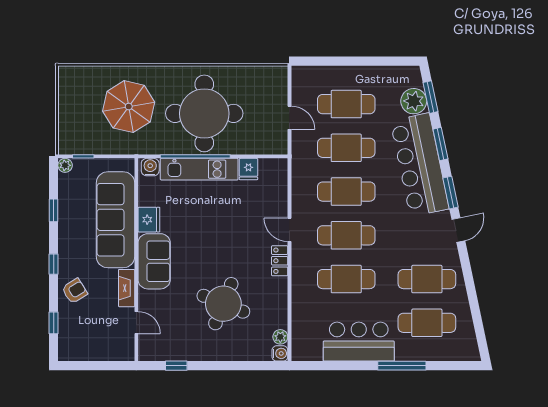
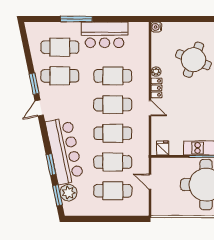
fridge: (248, 169) -> (163, 148), moved
window: (451, 193) -> (34, 84), moved
plant: (280, 337) -> (156, 72), moved

